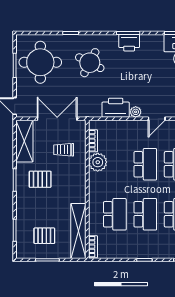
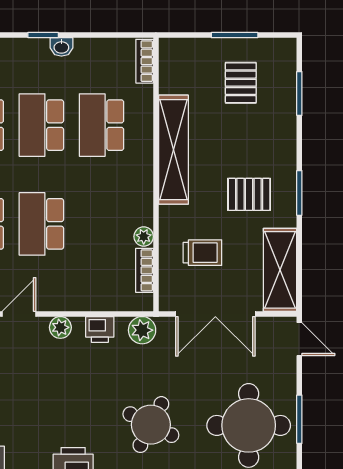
printer: (116, 108) -> (100, 329), width x0.53, depth x0.68
plant: (94, 110) -> (142, 330), added
plant: (98, 162) -> (144, 237), width x0.53, depth x0.53
shelving: (78, 231) -> (173, 150), moved
pallet: (44, 236) -> (241, 83), turned 90
washbasin: (135, 254) -> (61, 47), added

